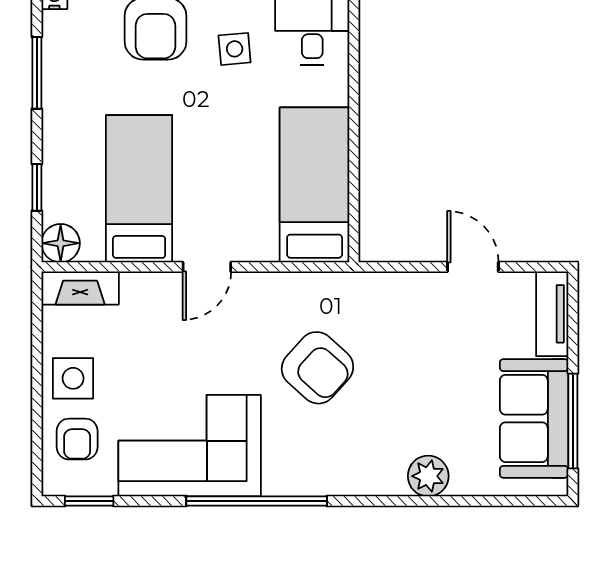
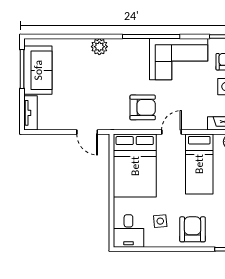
bed: (315, 185) -> (135, 166), width x1.50
door: (473, 267) -> (87, 132), moved
armchair: (317, 368) -> (143, 107), moved, turned 138
plant: (428, 476) -> (99, 47), moved

